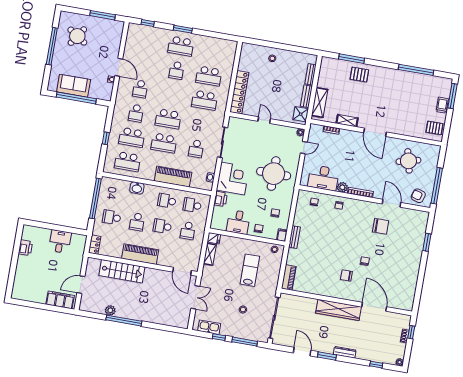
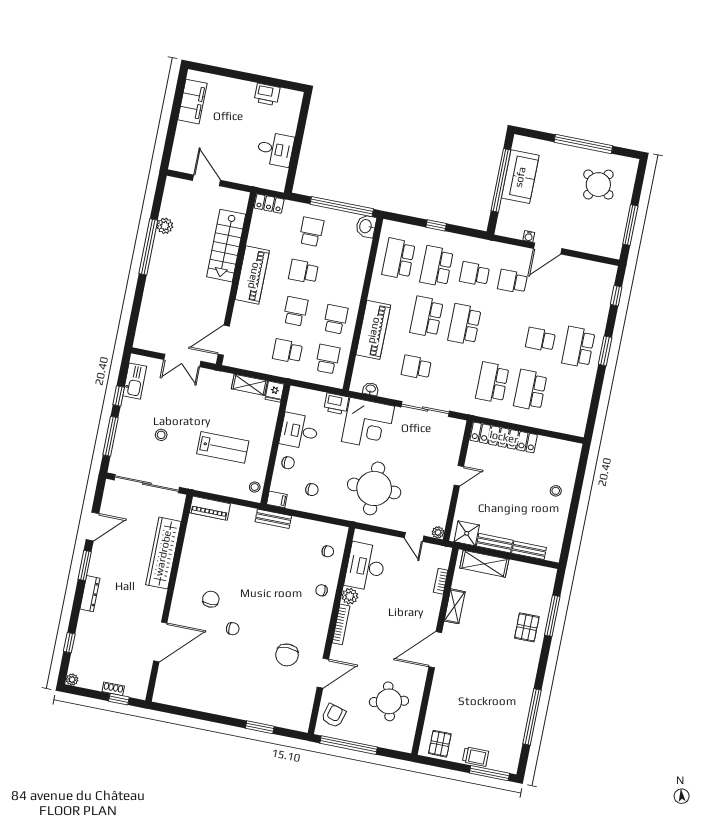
washbasin: (137, 188) -> (366, 226), moved
filing cabinet: (60, 300) -> (192, 102), moved
wardrobe: (339, 310) -> (163, 553), moved

